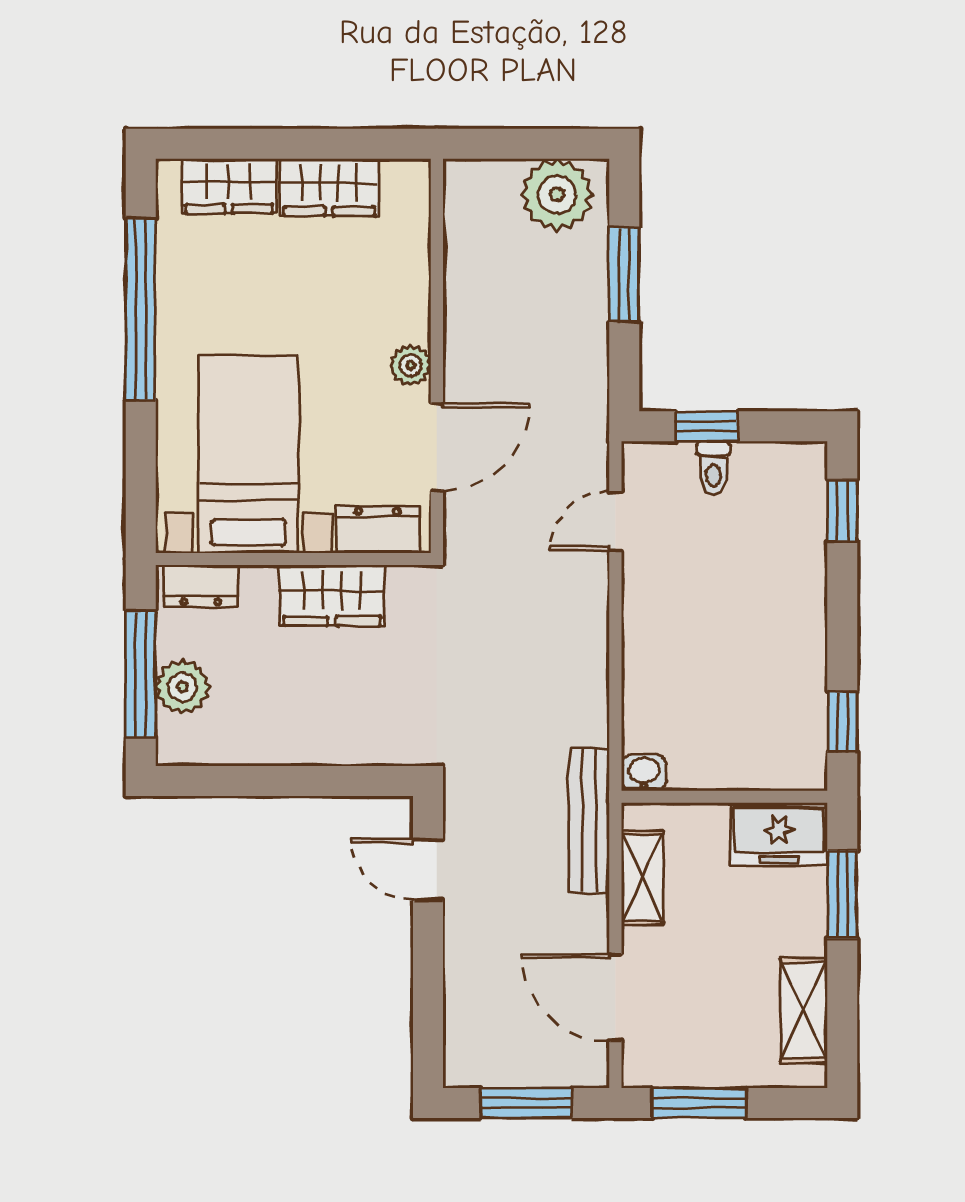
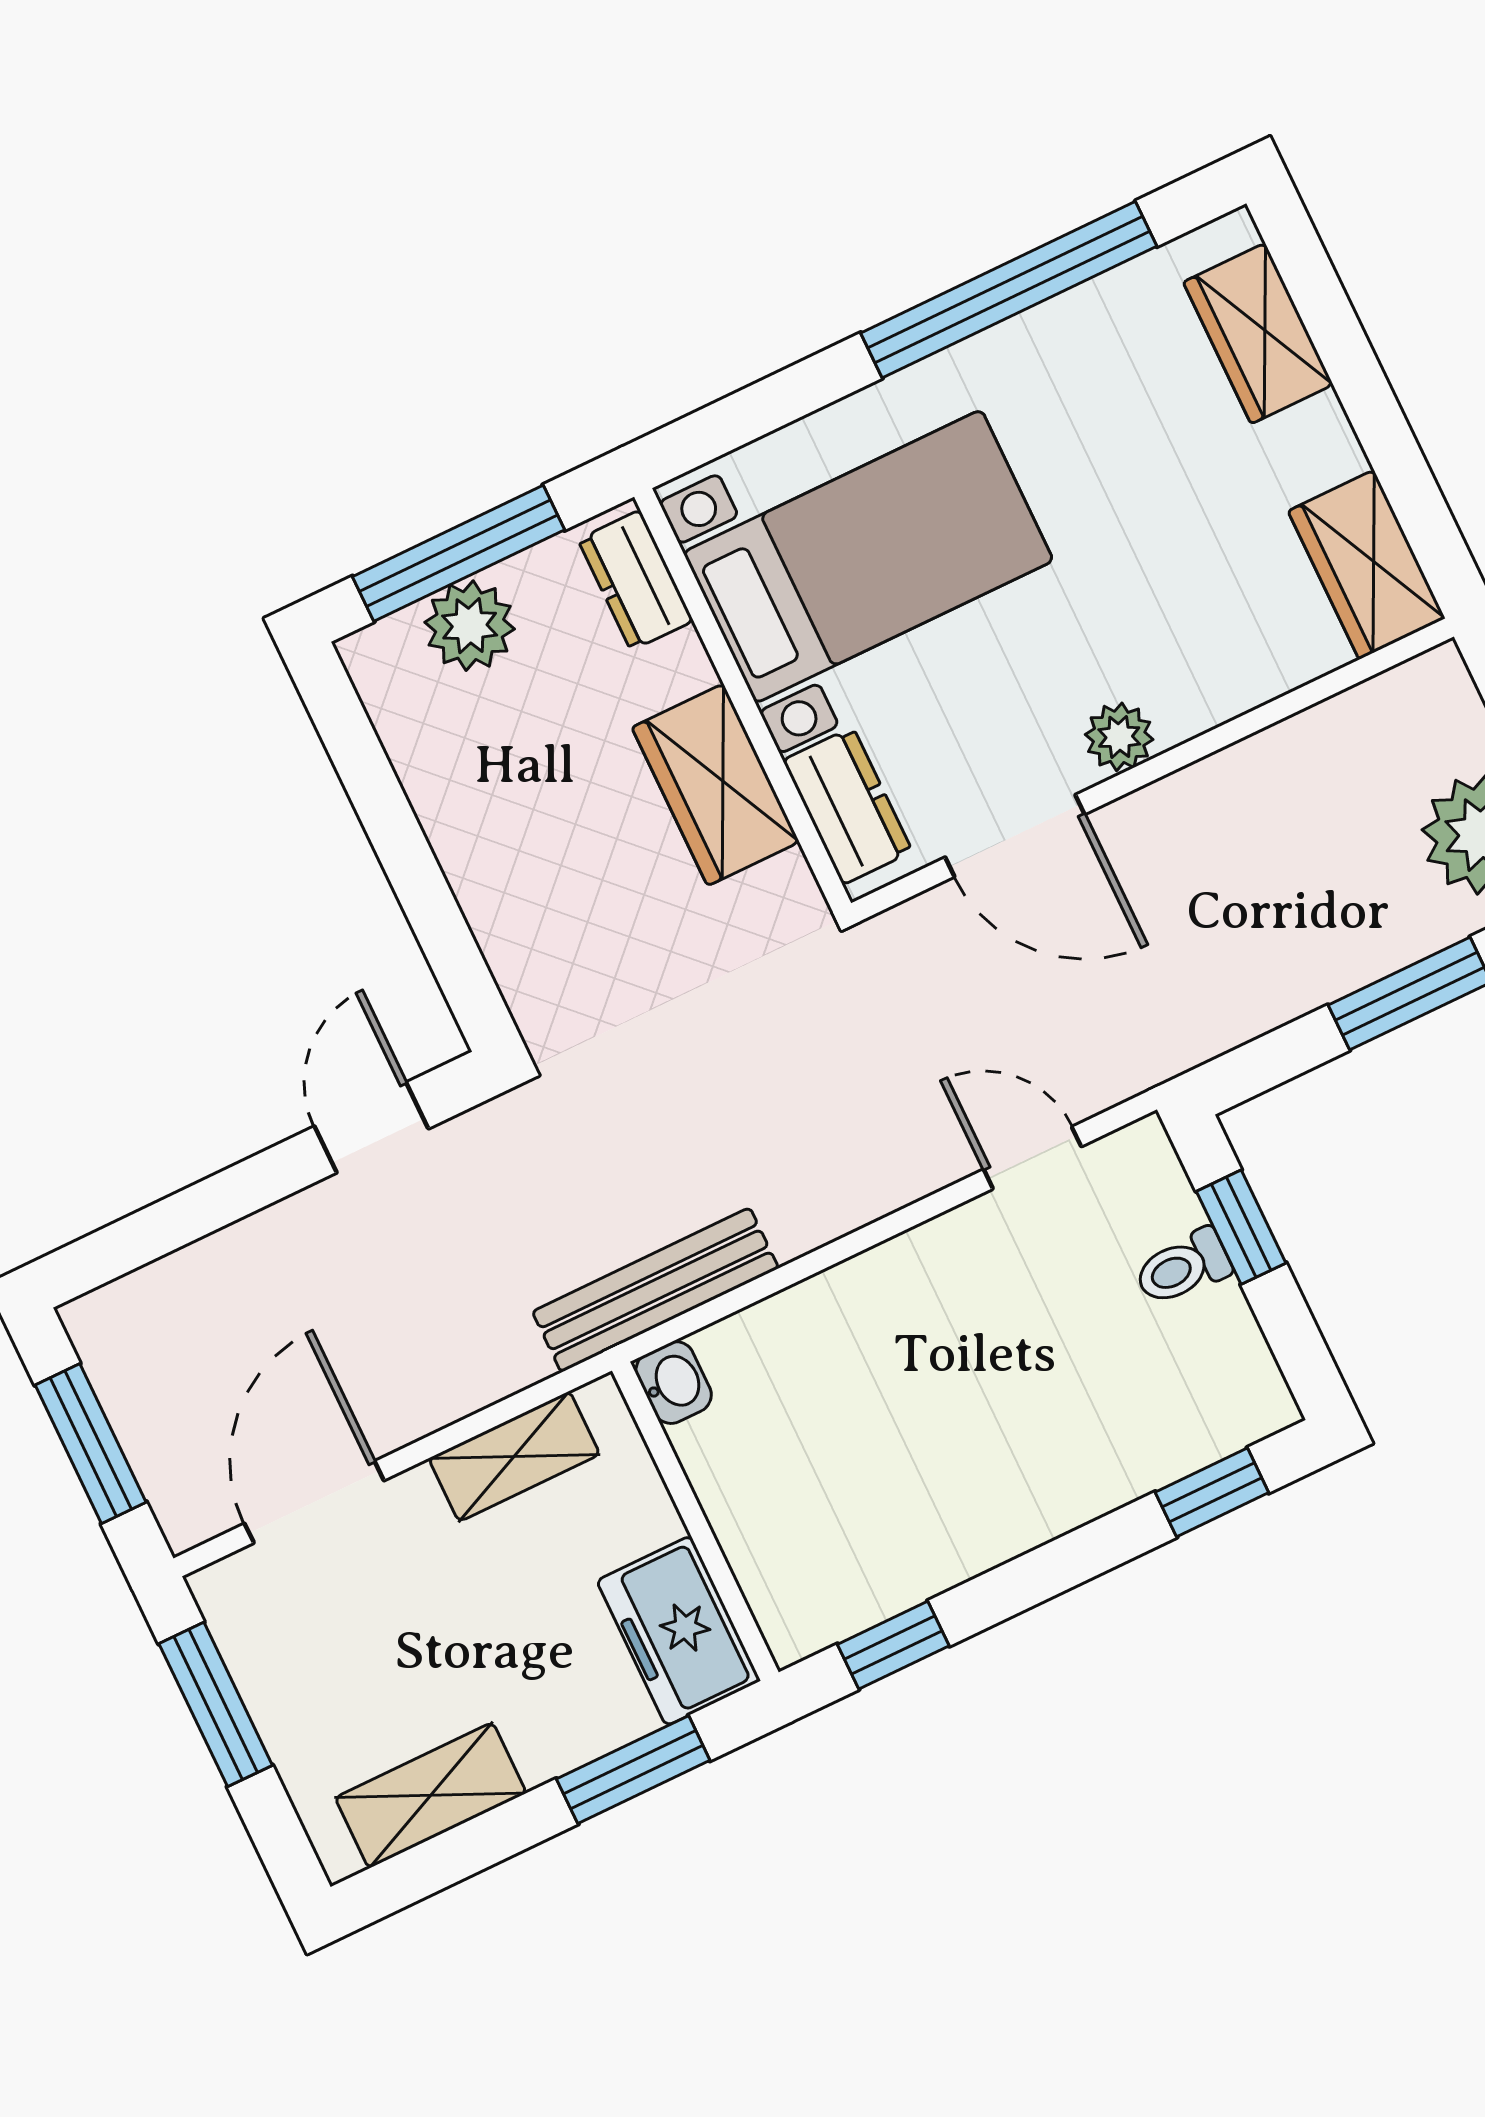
wardrobe: (329, 187) -> (1367, 565), moved
bench: (589, 820) -> (655, 1290), moved

